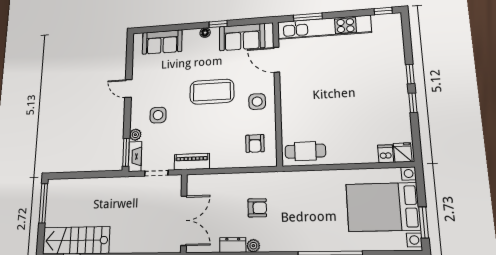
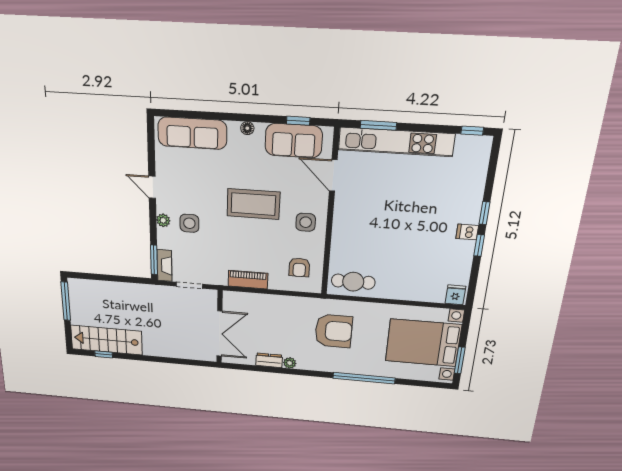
window: (218, 24) -> (298, 121), moved
sofa: (162, 42) -> (192, 133), width x1.36
plant: (135, 135) -> (163, 220), moved
dishwasher: (386, 154) -> (467, 232), moved, turned -90
piano: (192, 162) -> (248, 280), moved
armchair: (257, 208) -> (334, 331), moved, width x1.88, depth x1.88

